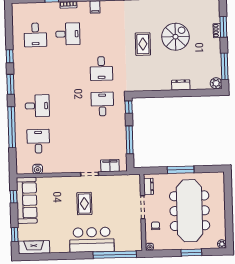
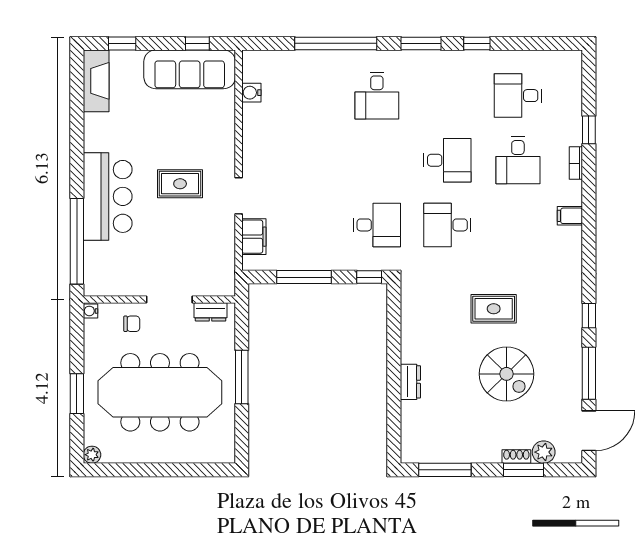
plant: (216, 83) -> (544, 452), moved
desk: (38, 141) -> (447, 160), moved

